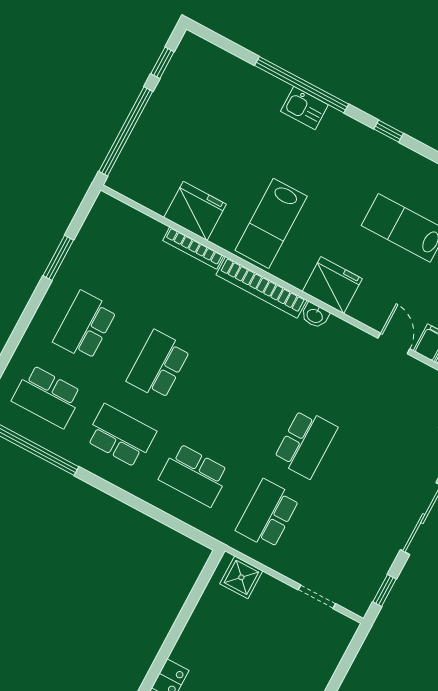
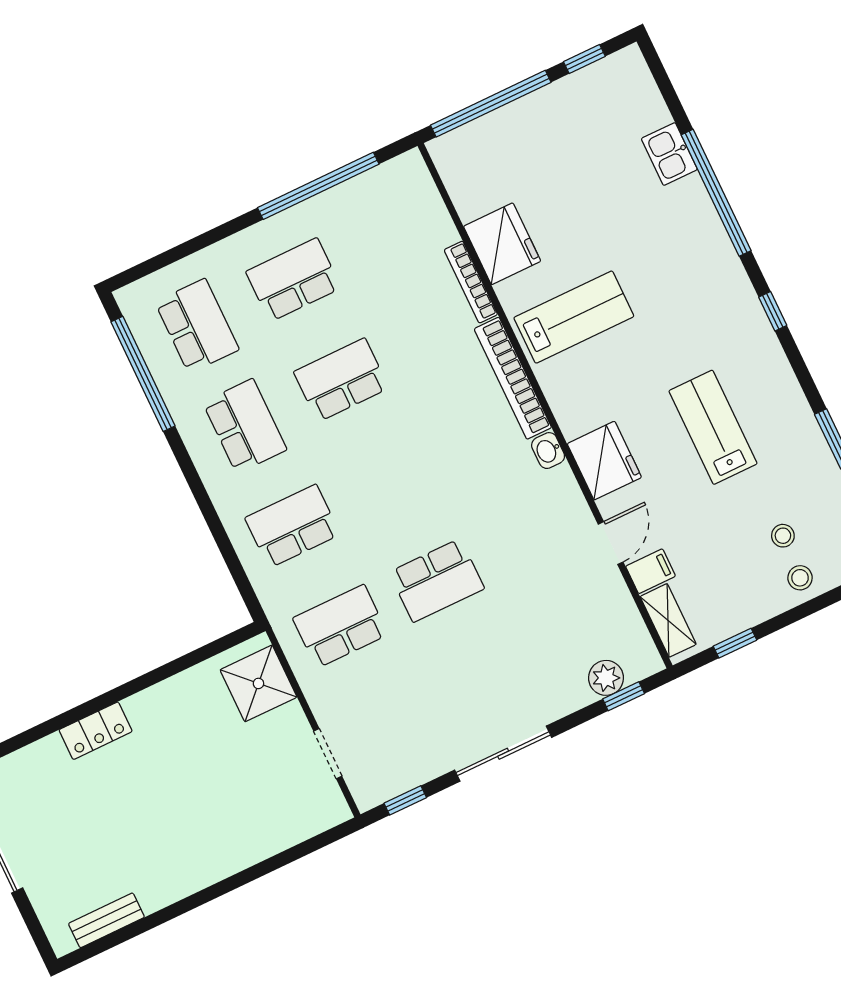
kitchen sink: (304, 108) -> (669, 154), moved
lab bench: (271, 223) -> (574, 317), turned 180
window: (58, 258) -> (318, 186), width x2.11
fridge: (332, 285) -> (604, 461), moved
school desk: (47, 397) -> (197, 326), turned 180
school desk: (194, 475) -> (292, 526), turned 90
shower: (241, 577) -> (258, 683), width x1.36, depth x1.36

